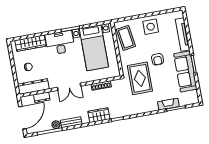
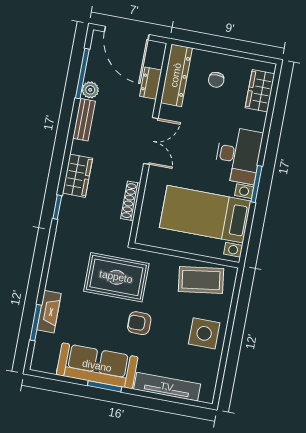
wardrobe: (30, 43) -> (260, 91), width x0.67
double door: (69, 87) -> (151, 141), swing flipped

